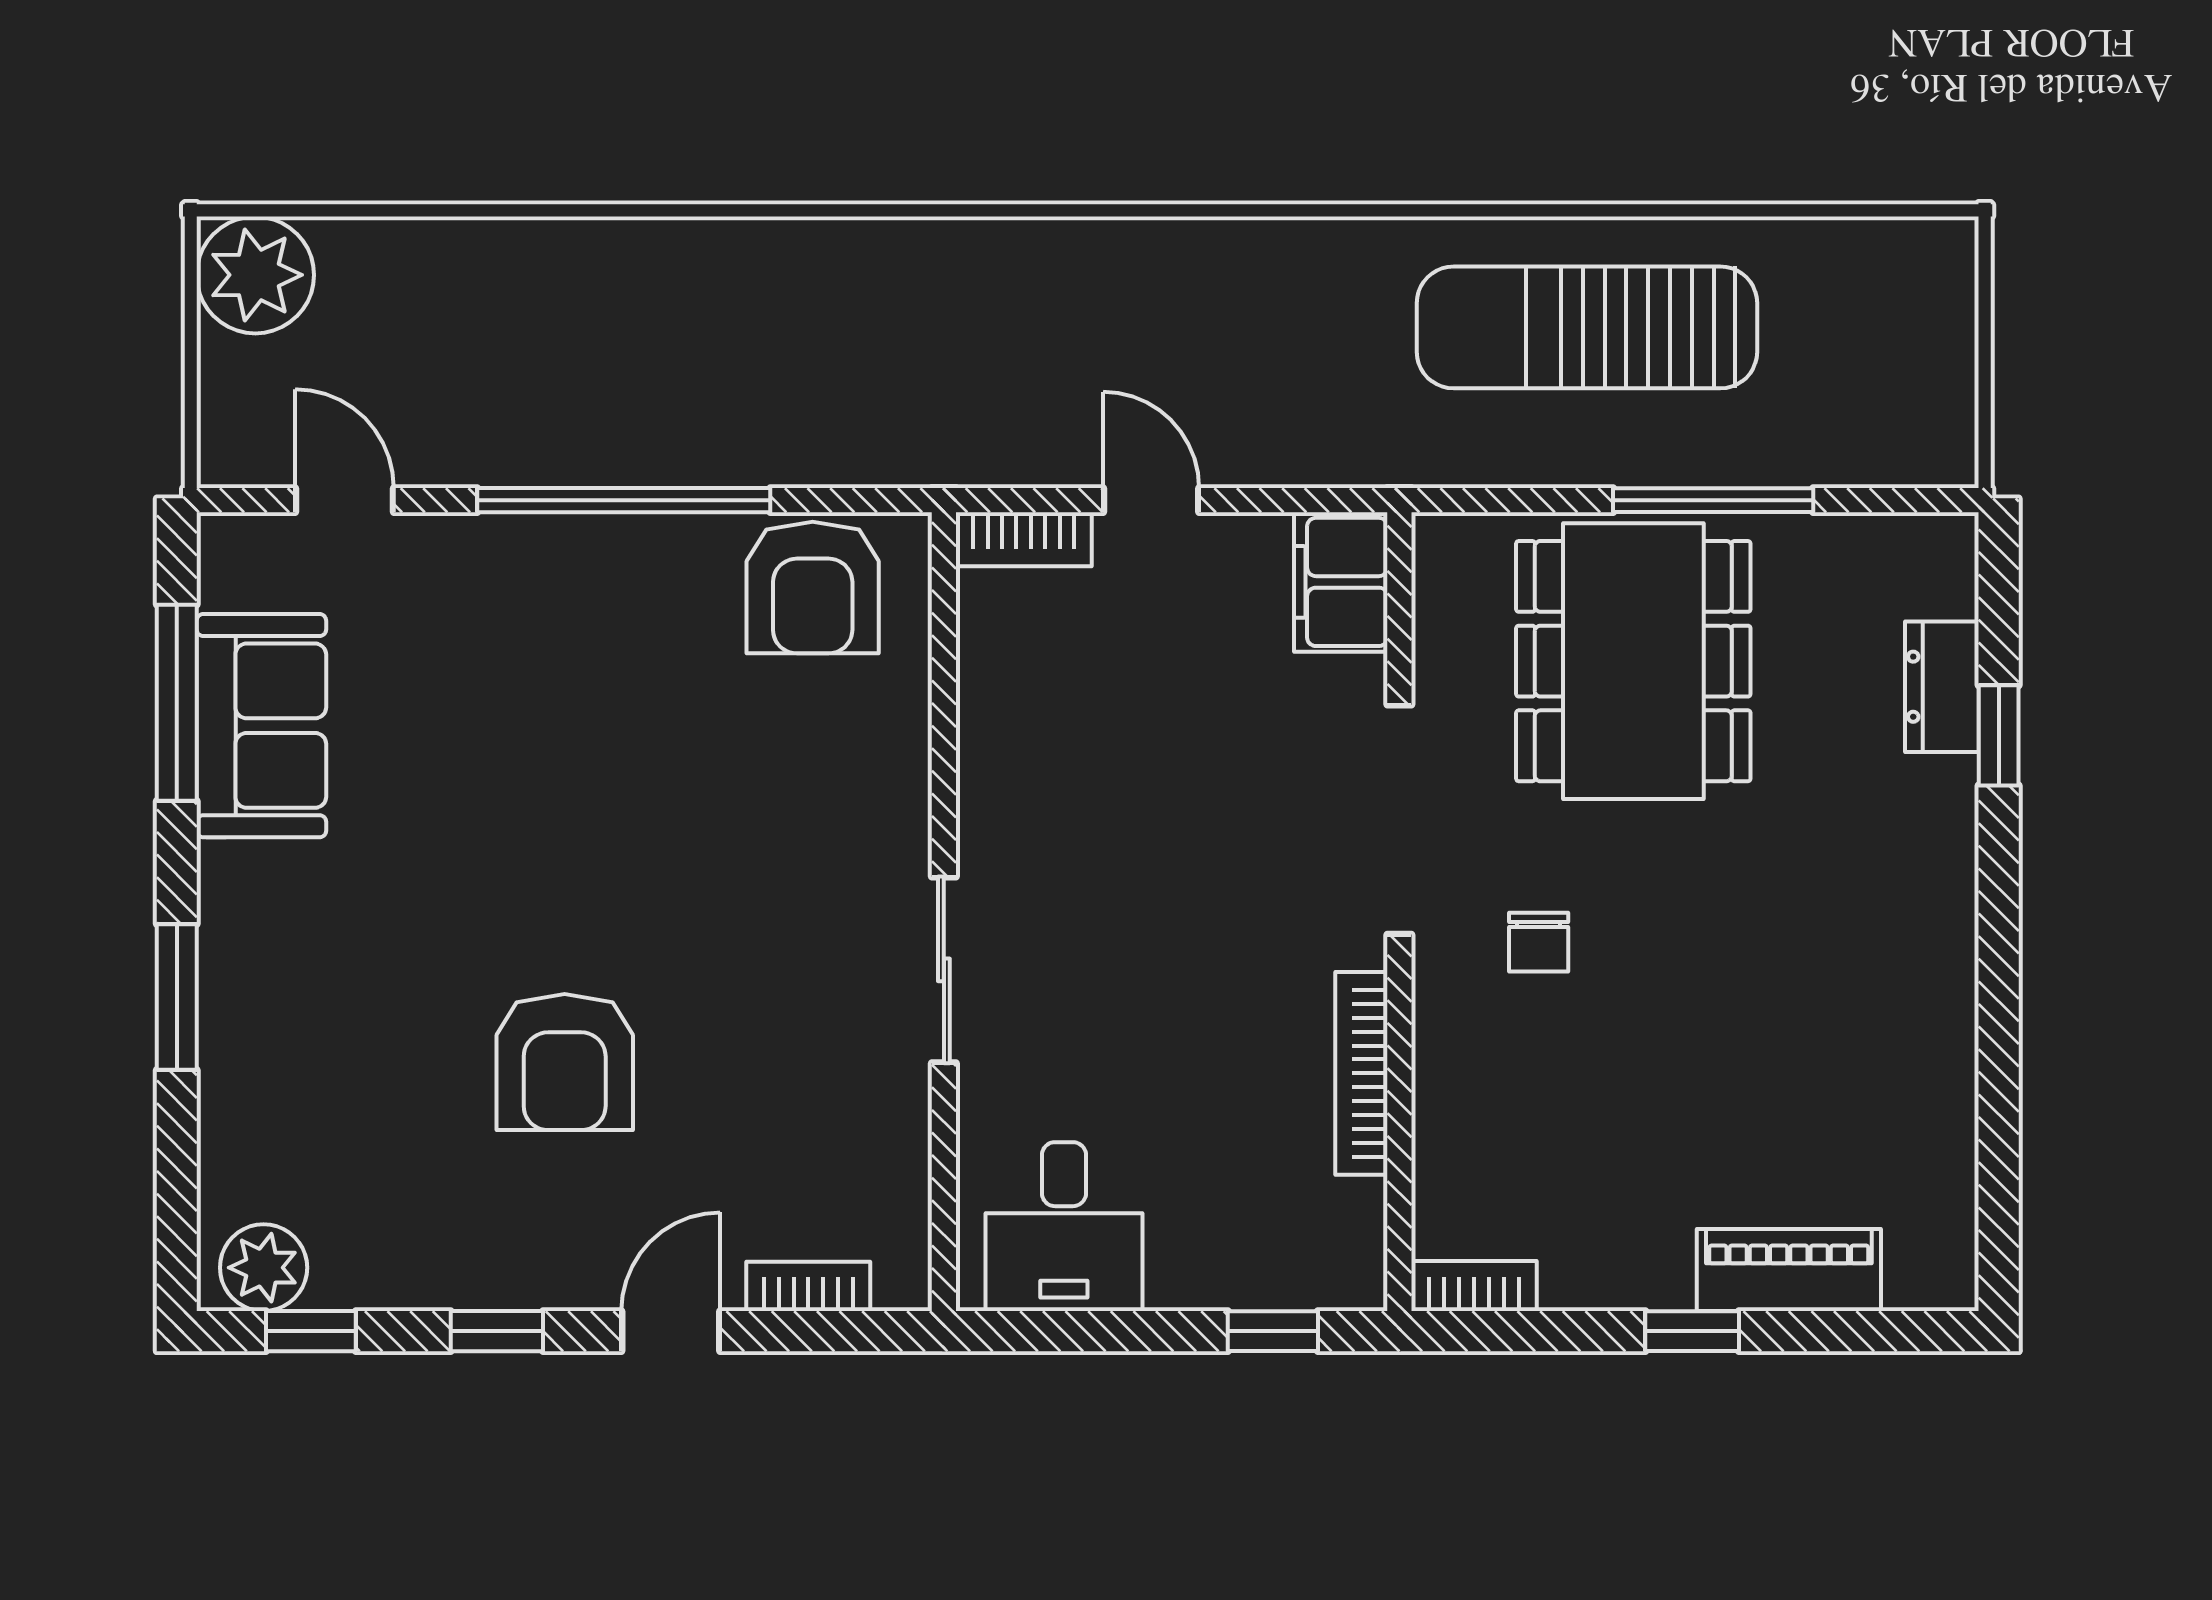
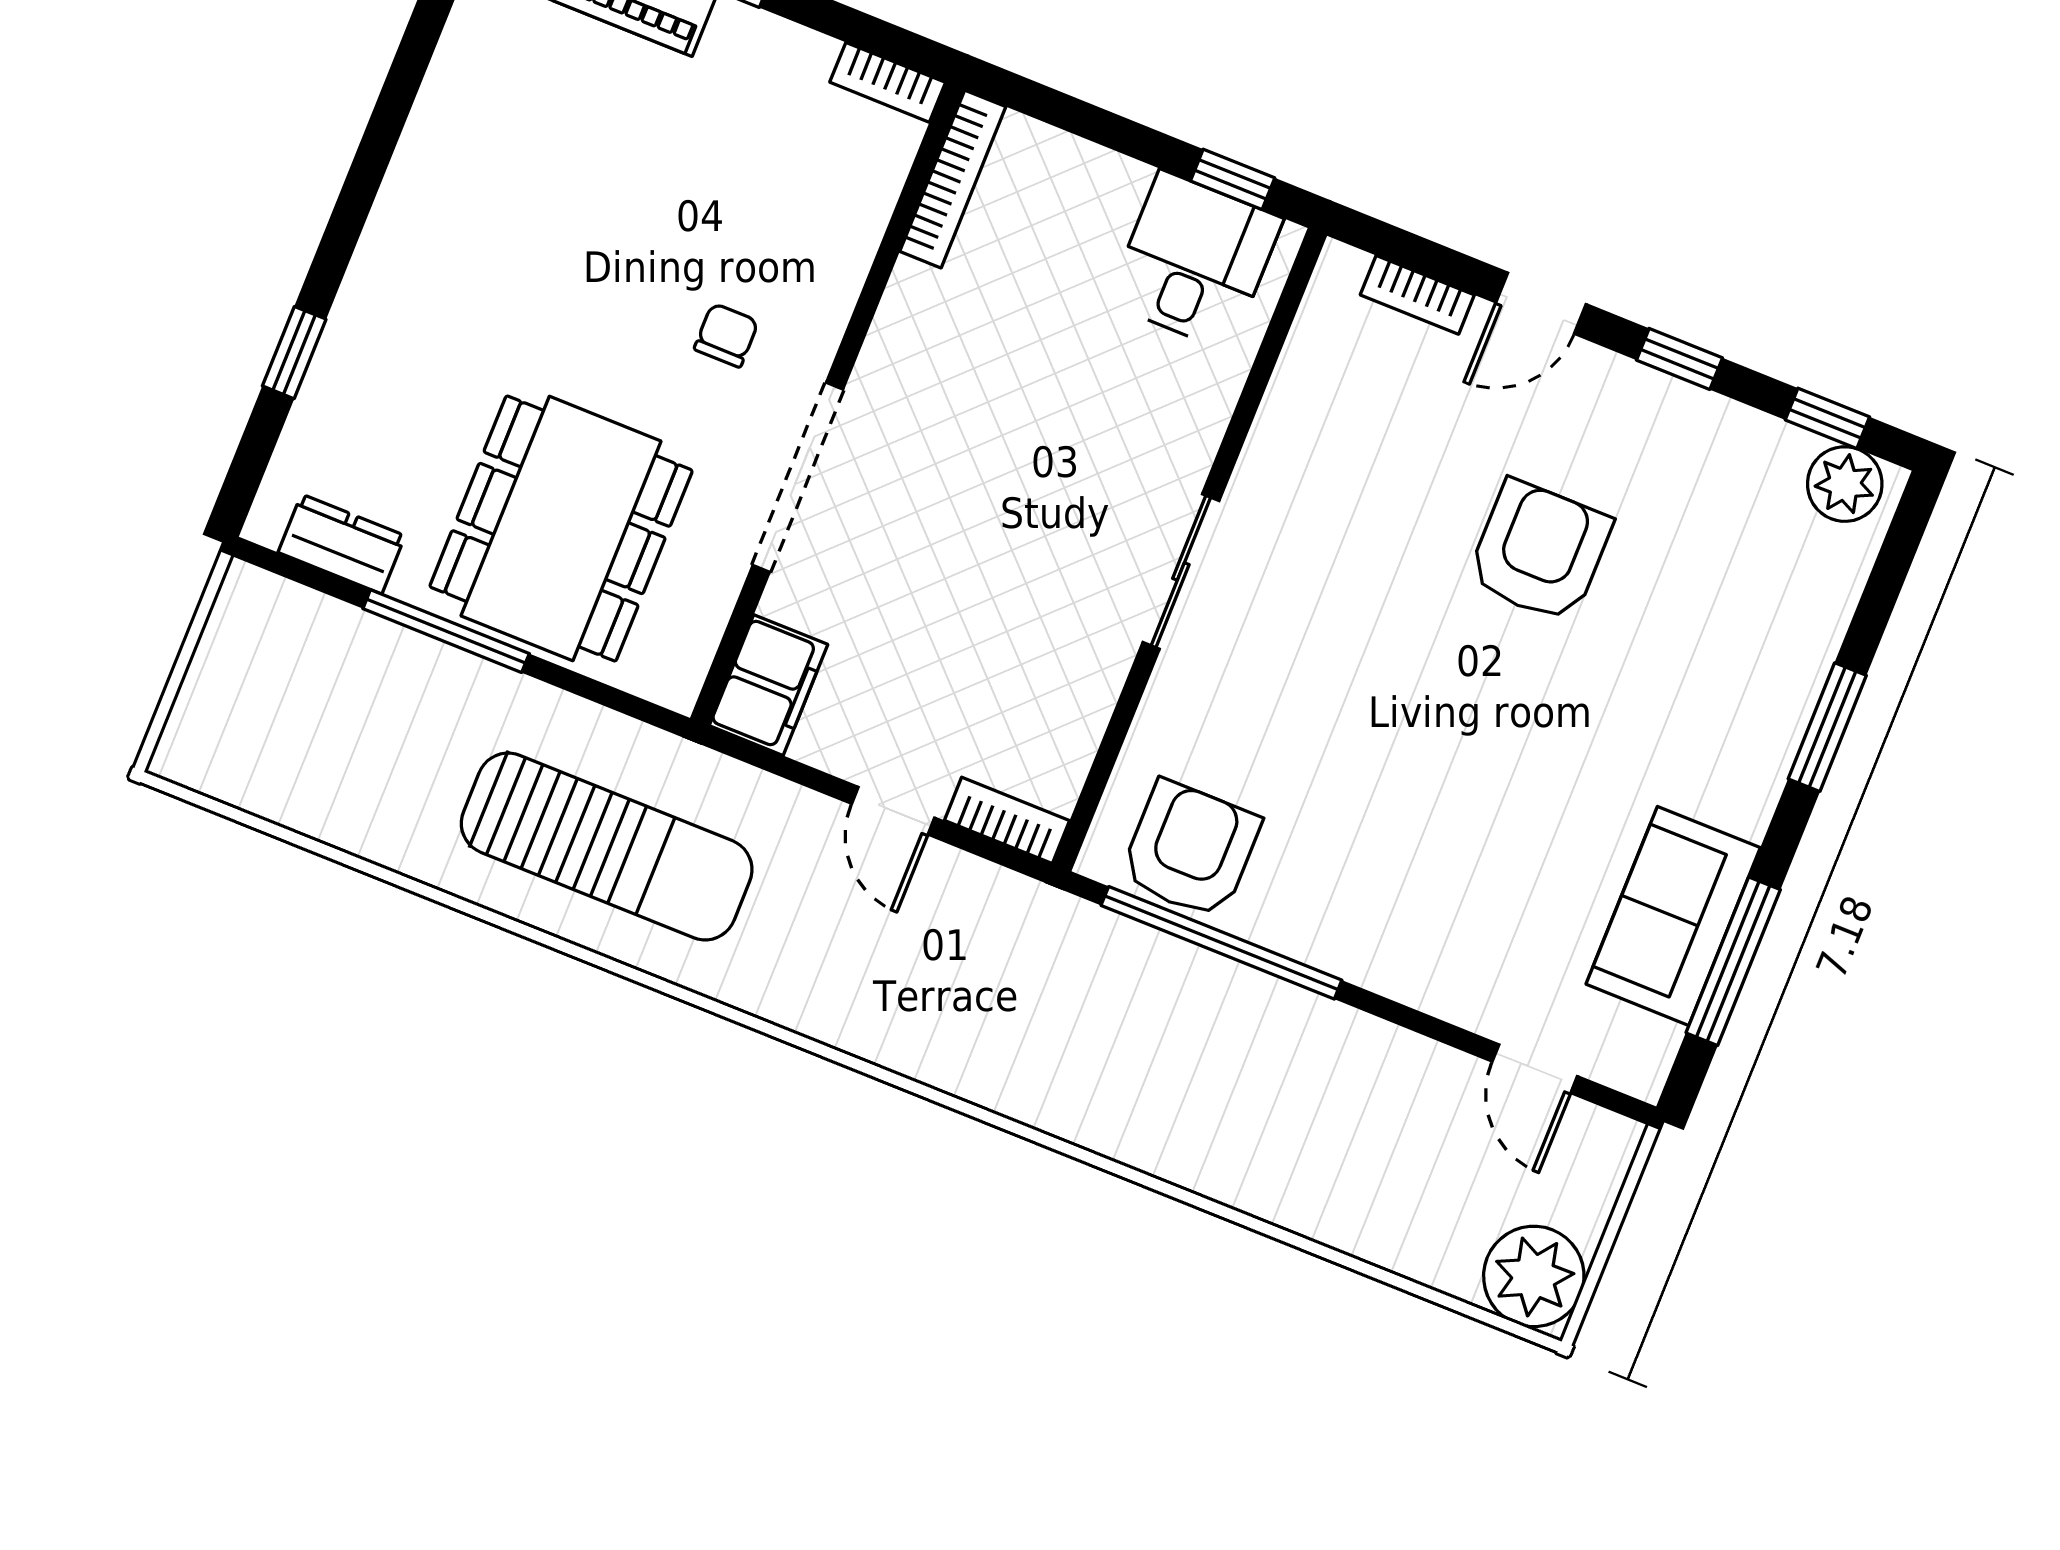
sun lounger: (1587, 327) -> (607, 846), moved
window: (624, 500) -> (1221, 943), moved
dresser: (1942, 687) -> (342, 544), moved, turned -90
sliding door: (944, 970) -> (1181, 571), moved
bookcase: (1361, 1073) -> (953, 179), moved
window: (1273, 1331) -> (1233, 179), moved

